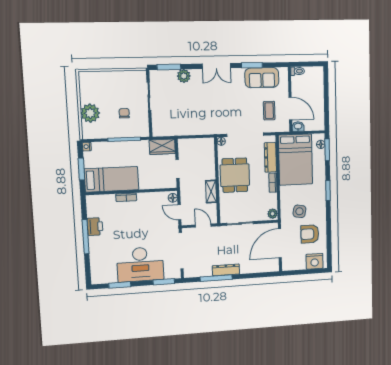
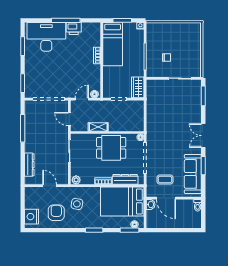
plant: (184, 76) -> (196, 108), removed
sofa: (262, 78) -> (193, 174), width x1.36
door: (290, 109) -> (166, 198), hinge flipped
plant: (90, 113) -> (167, 30), removed
door: (203, 226) -> (69, 119), swing flipped
door: (280, 243) -> (50, 186), width x0.53
desk: (140, 264) -> (46, 37), moved, turned 90
dresser: (226, 270) -> (29, 165), moved

